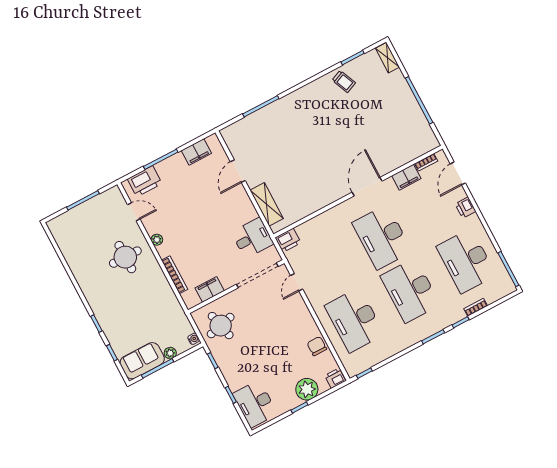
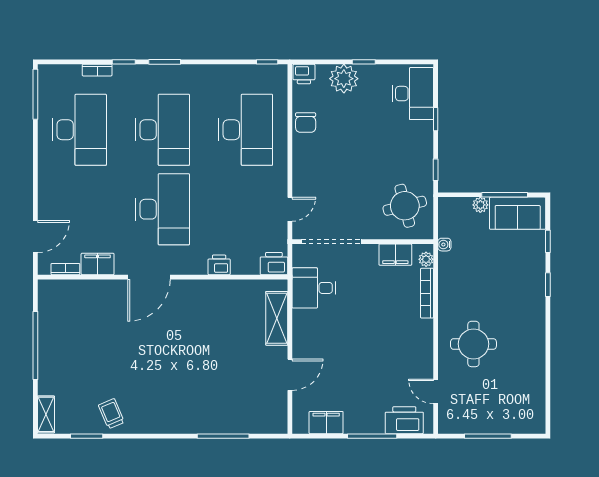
printer: (465, 208) -> (219, 265), moved, turned -90
plant: (157, 240) -> (426, 259), moved
water cooler: (194, 339) -> (444, 245), moved

